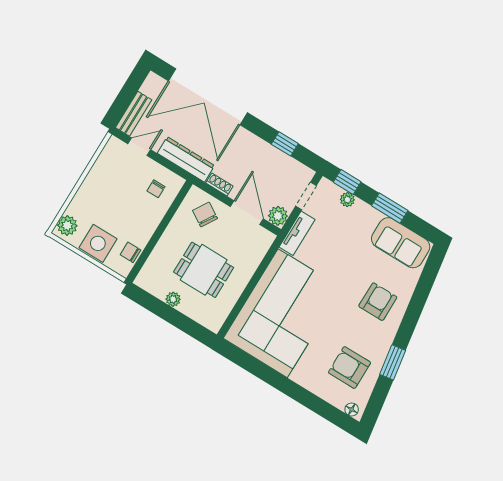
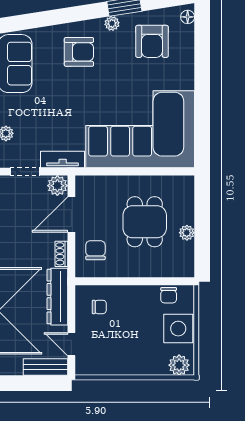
chair: (205, 215) -> (95, 250), turned 148
armchair: (378, 302) -> (79, 52), turned 180
plant: (385, 343) -> (112, 23), added

